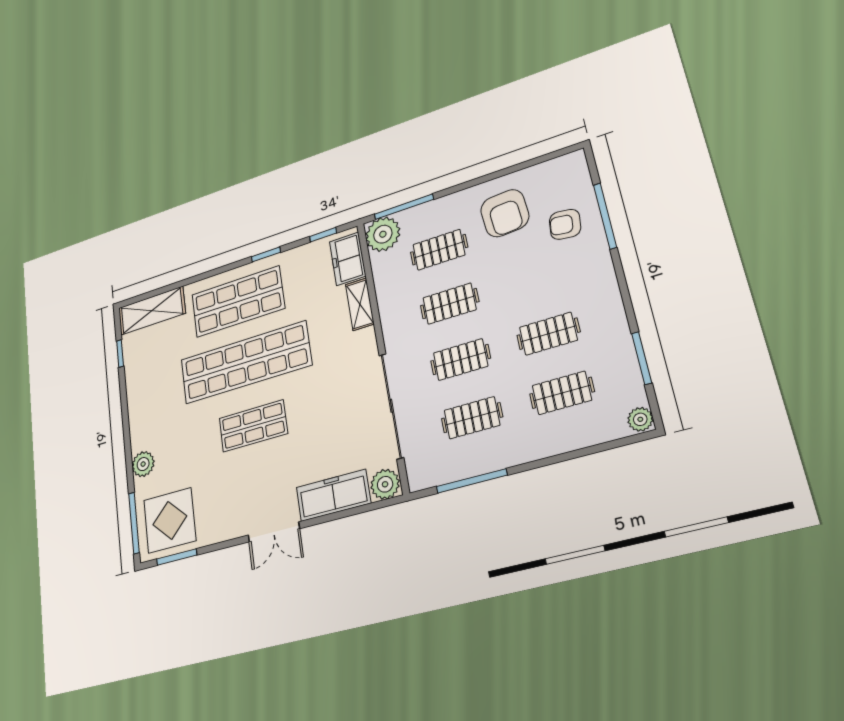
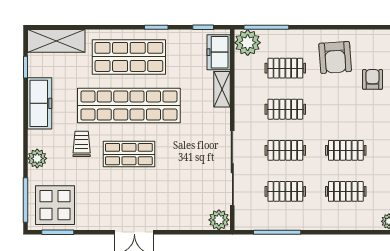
armchair: (565, 224) -> (373, 79), turned 83
trolley: (194, 429) -> (82, 144), added
freezer: (333, 495) -> (40, 103), moved, turned 90

